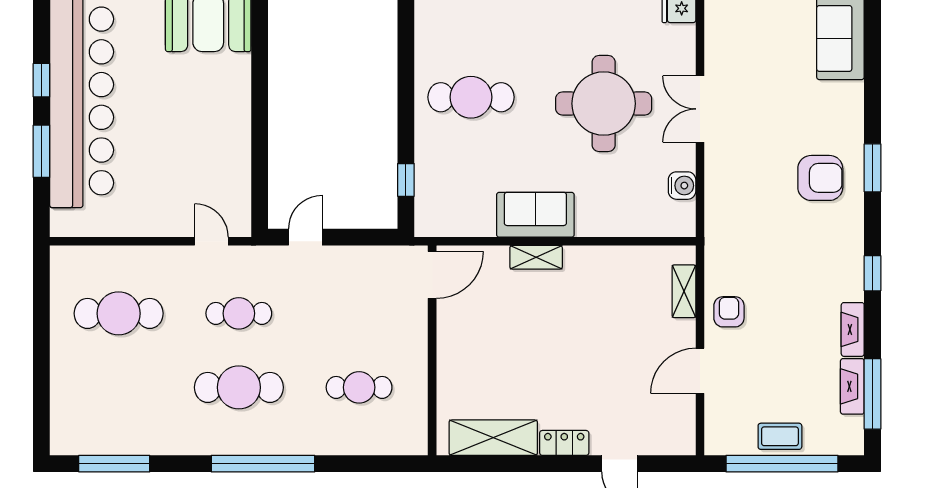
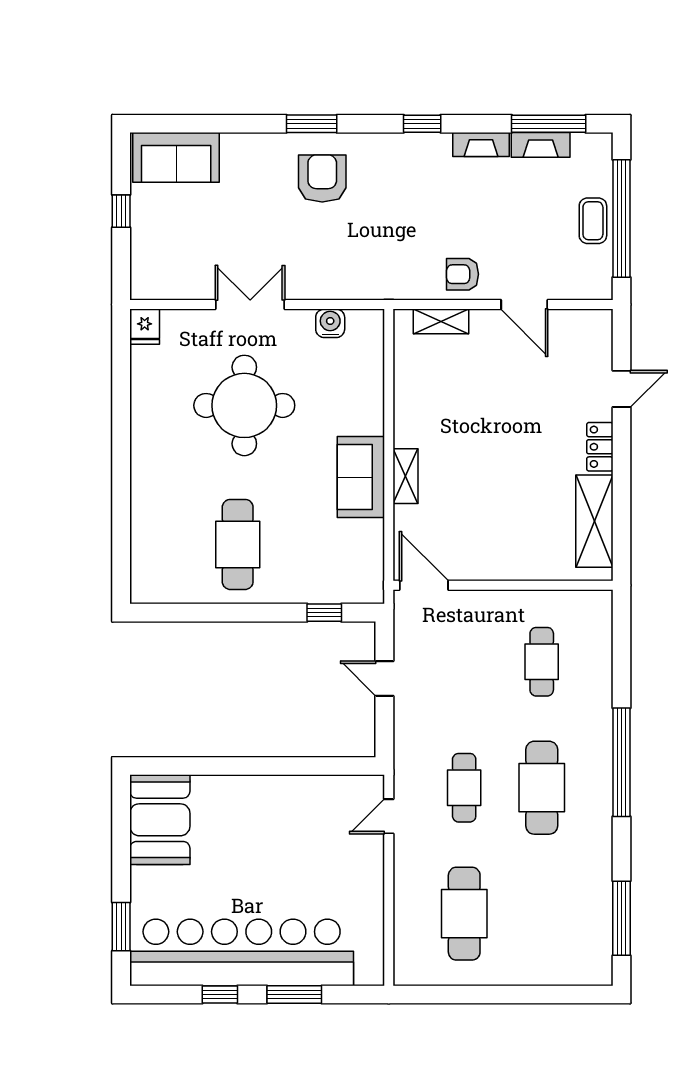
double door: (700, 109) -> (250, 305), swing flipped
door: (305, 237) -> (384, 678), moved

